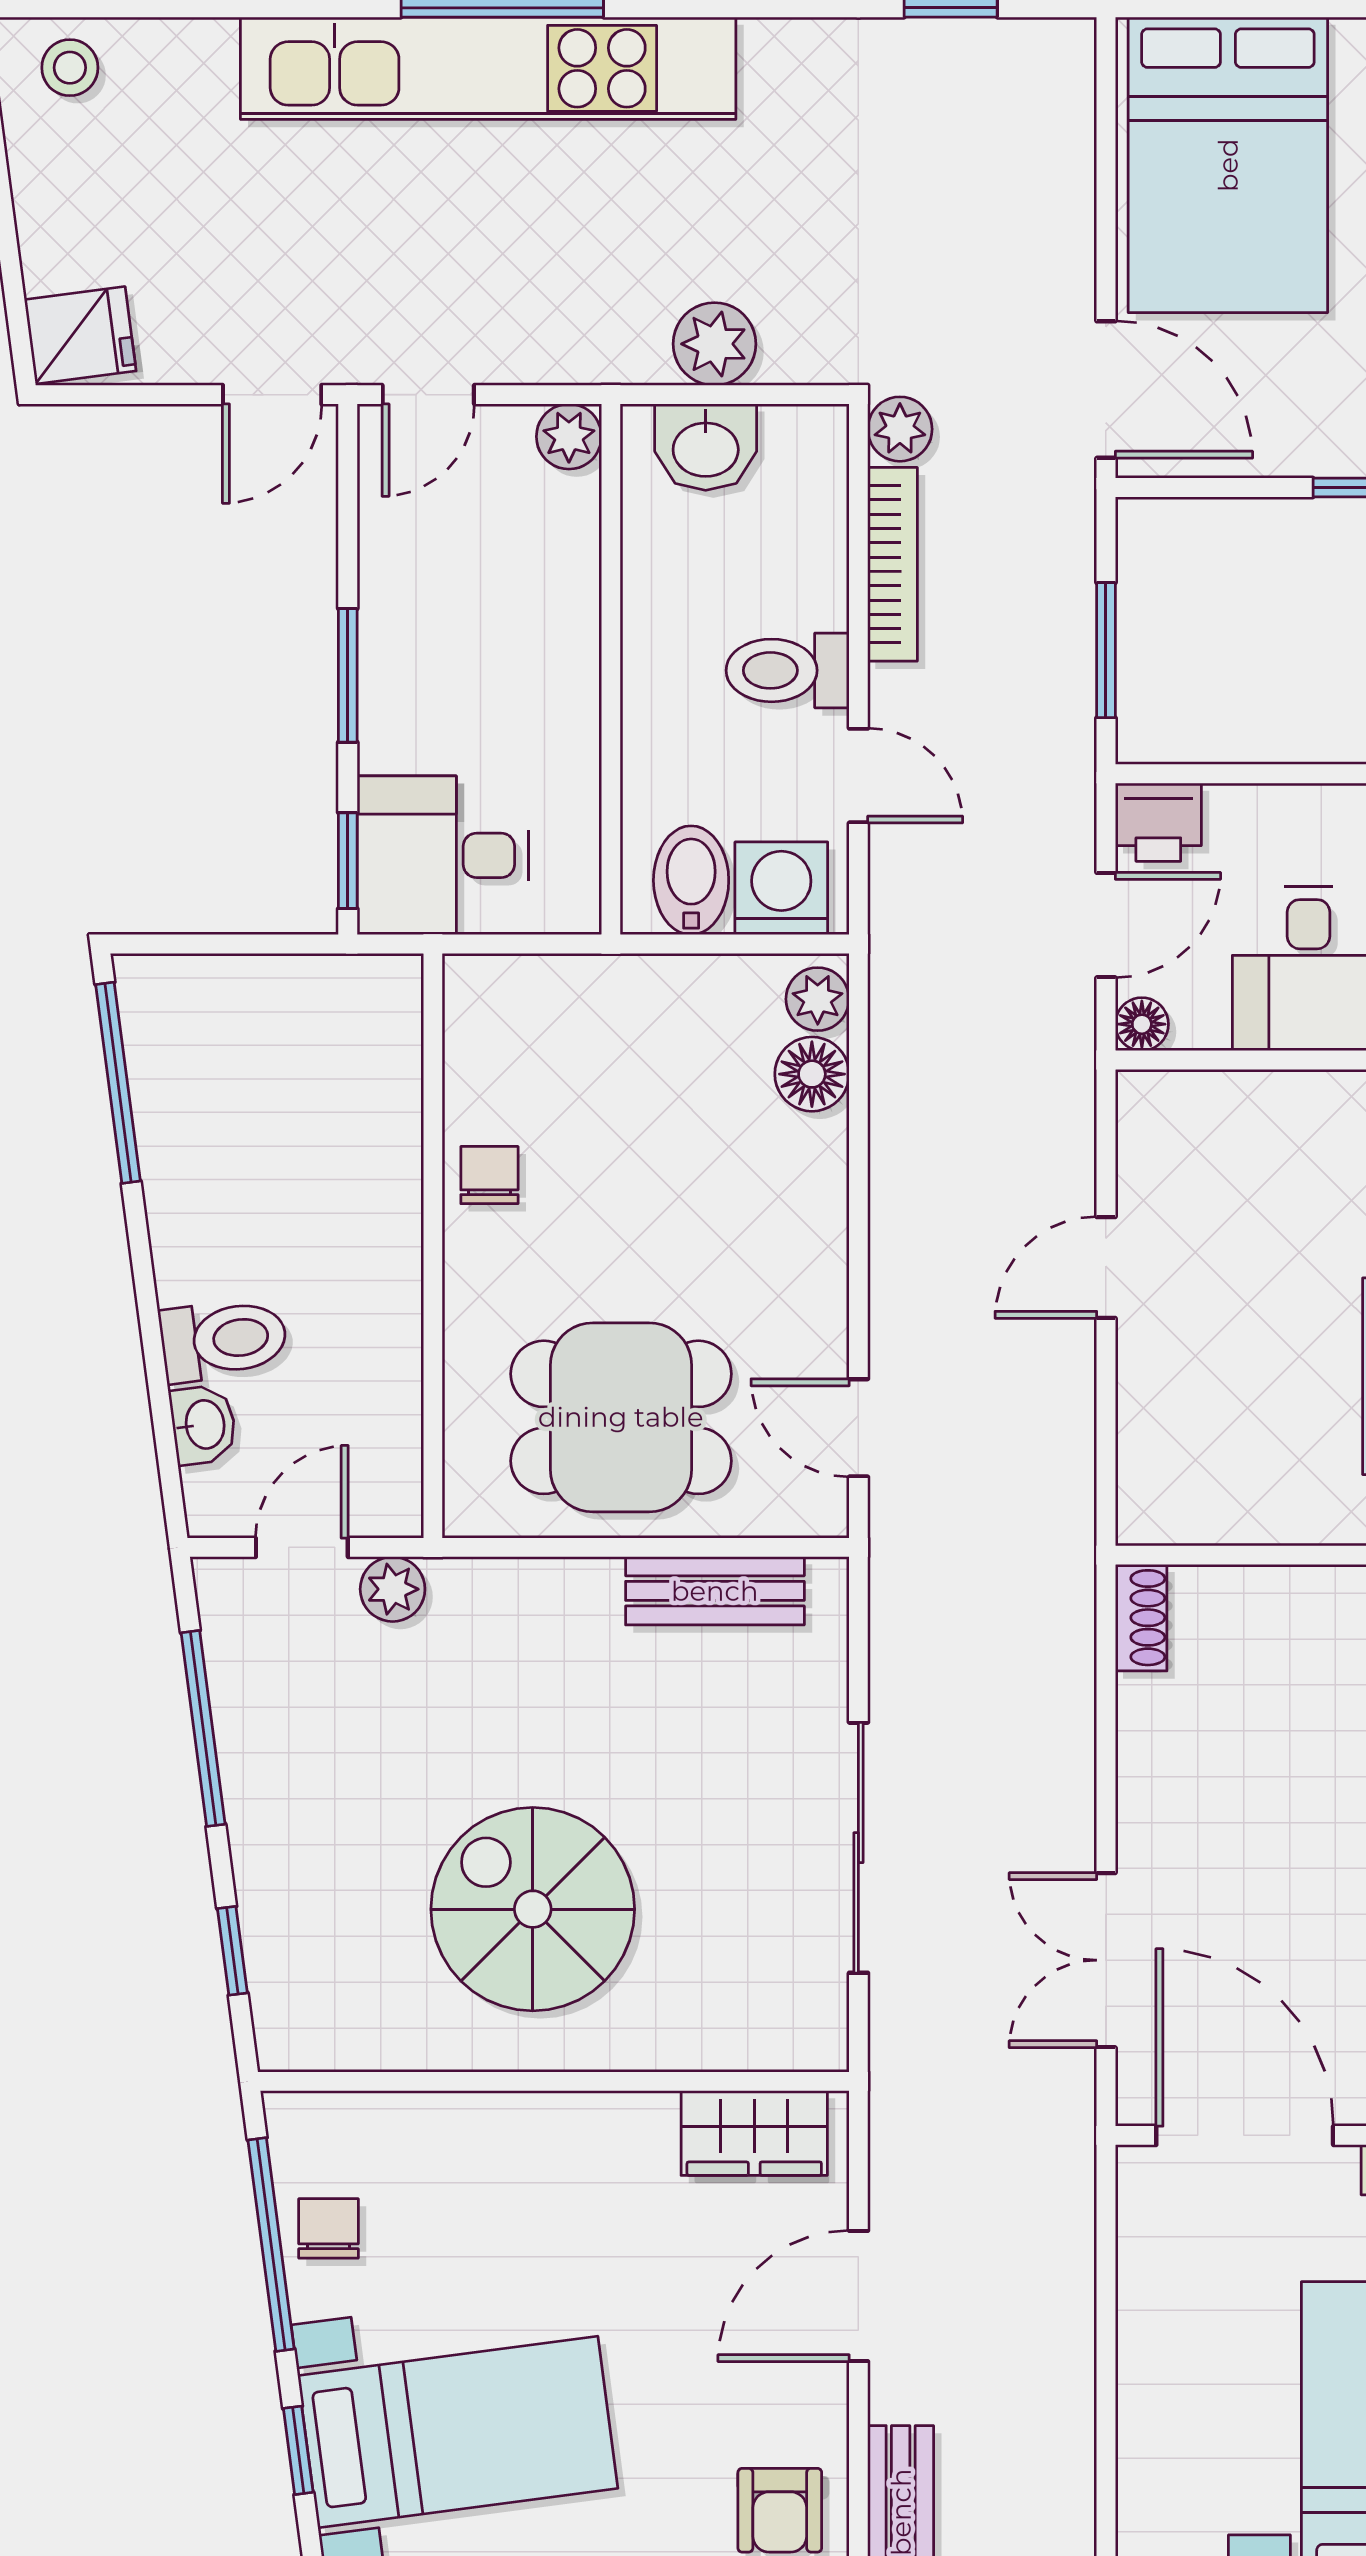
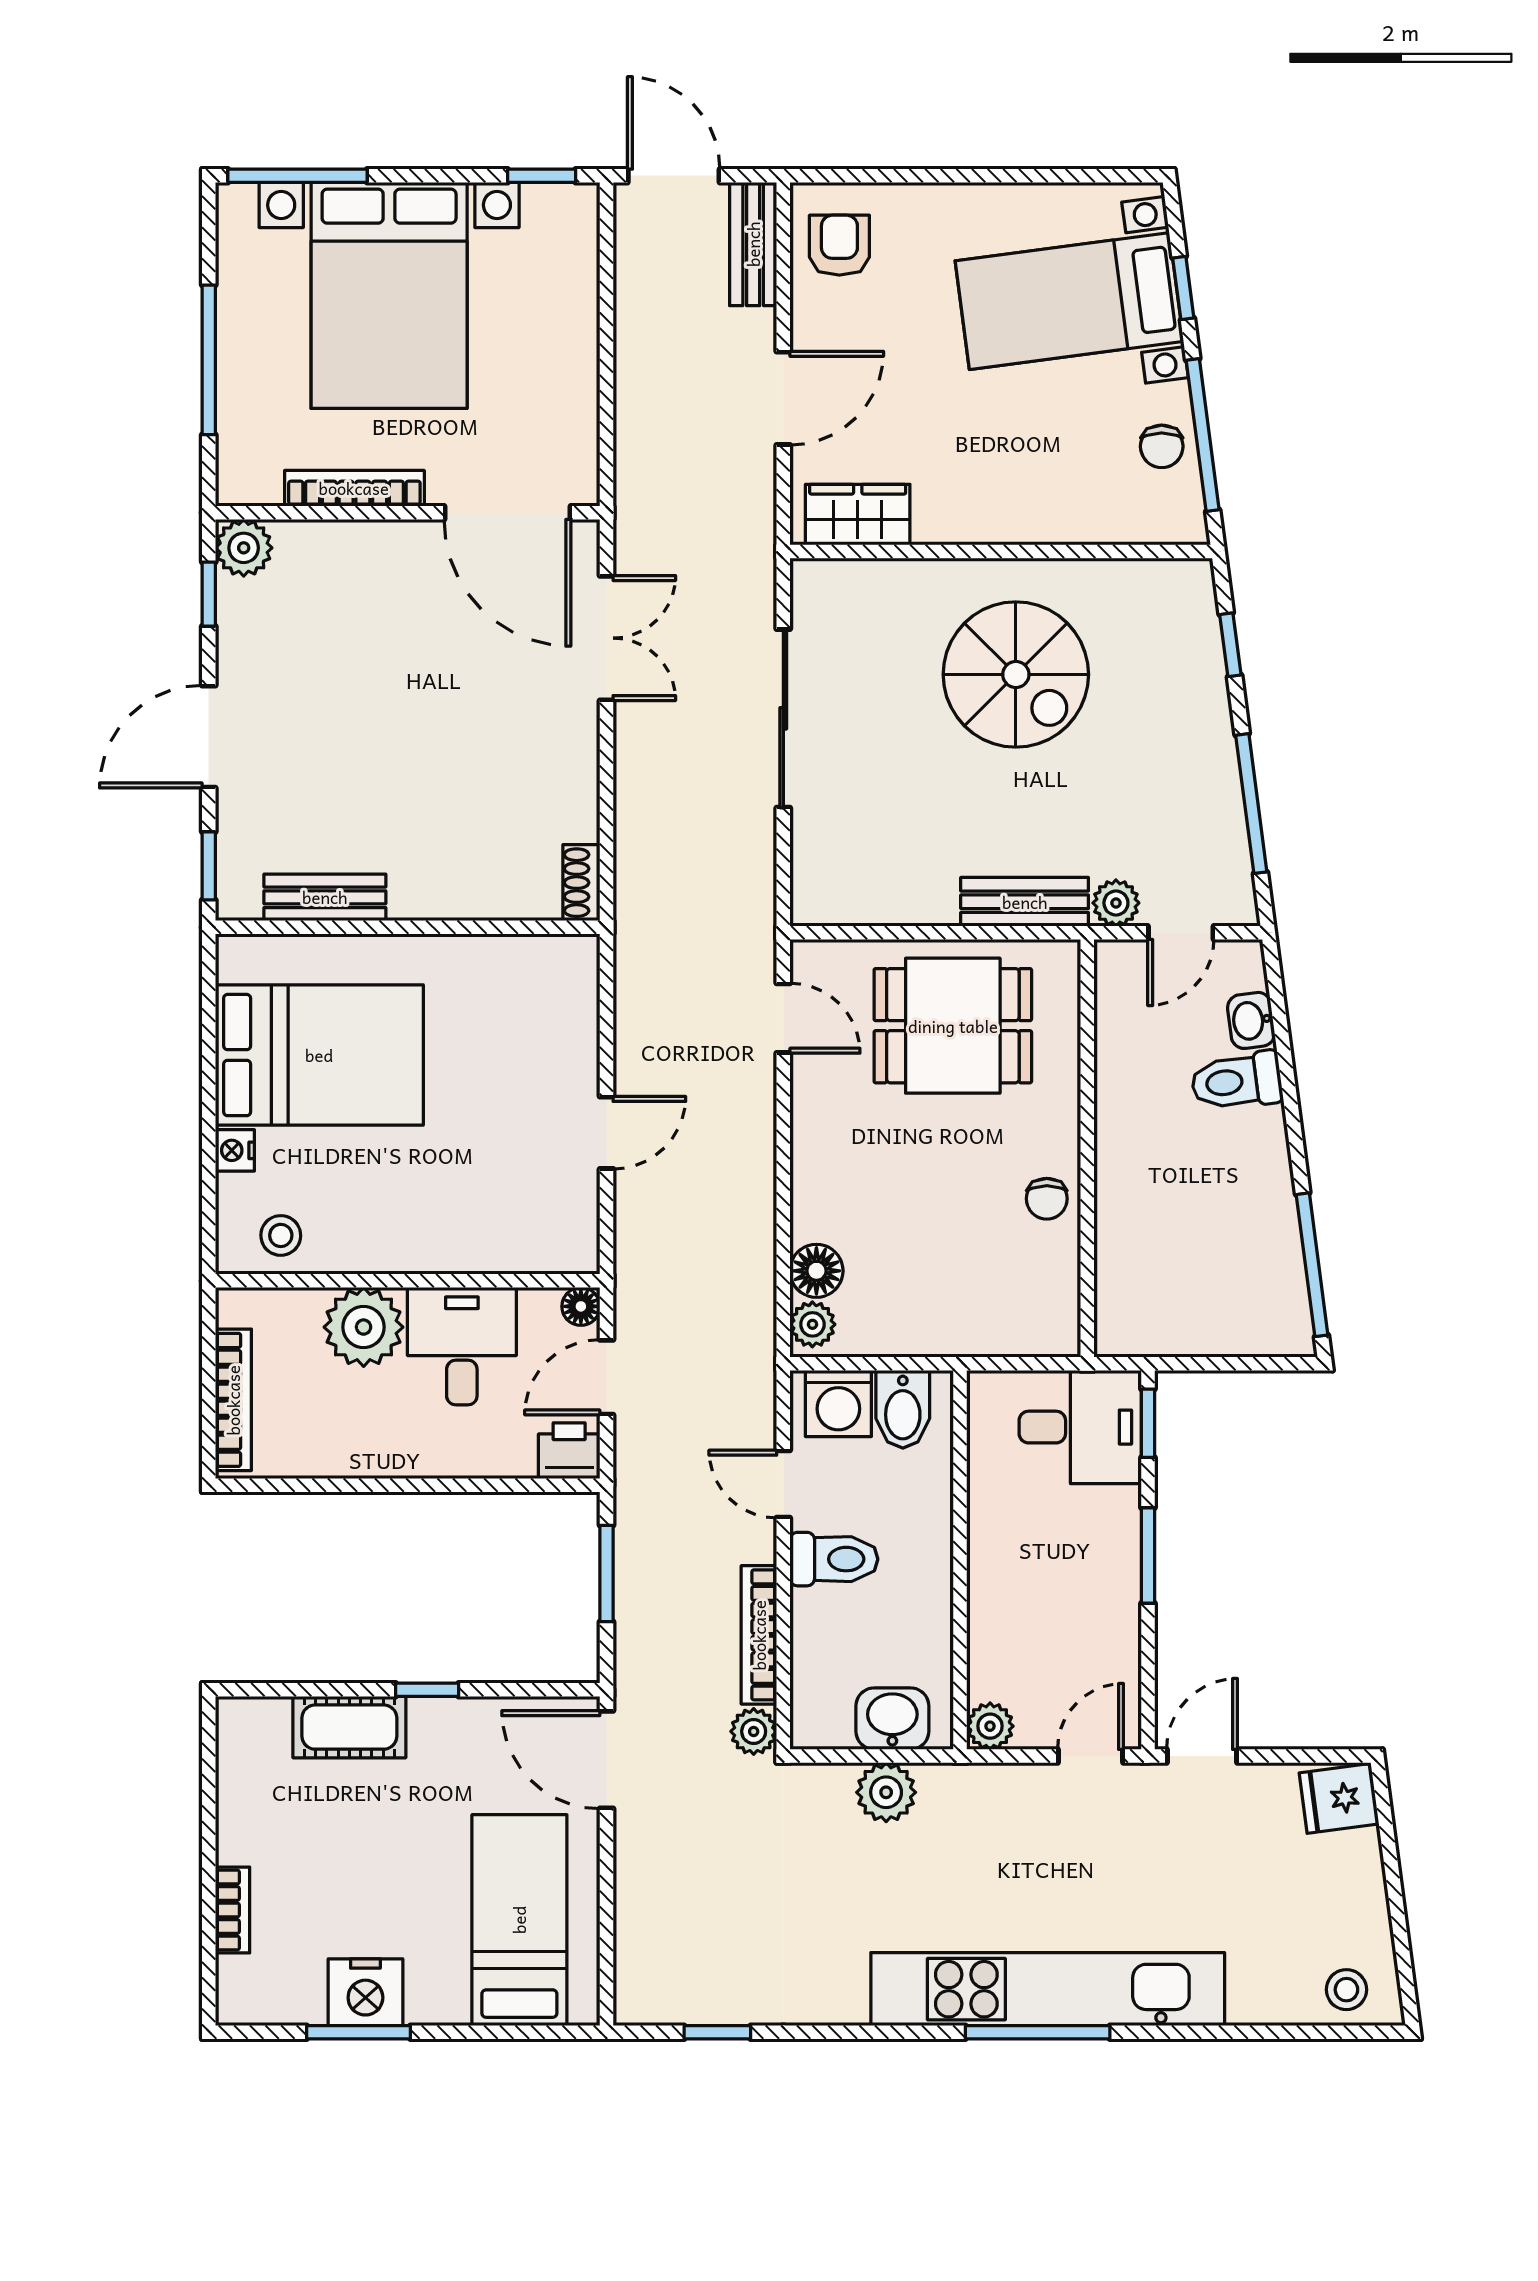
bed: (1228, 165) -> (519, 1920), width x0.67
bench: (715, 1591) -> (1025, 902), moved

